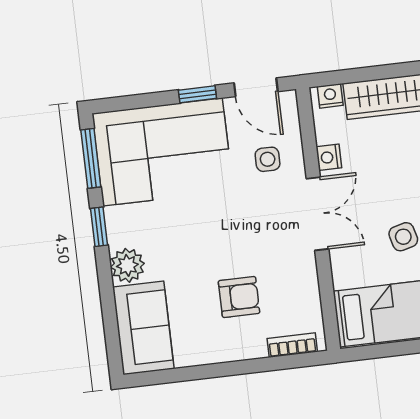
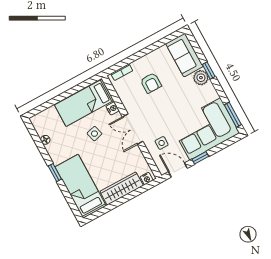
nightstand: (329, 157) -> (113, 108), moved
window: (99, 227) -> (209, 70), moved
armchair: (239, 297) -> (151, 83), turned -90

